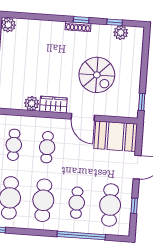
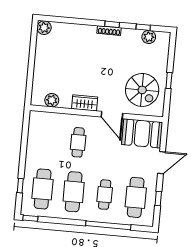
spiral stairs: (97, 75) -> (142, 90), moved
window: (142, 102) -> (169, 80), moved
plant: (32, 103) -> (52, 100), moved
cafe table: (14, 145) -> (47, 140), removed

